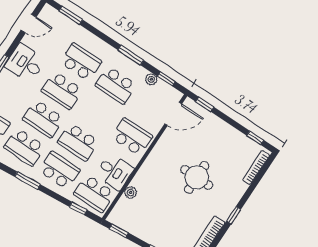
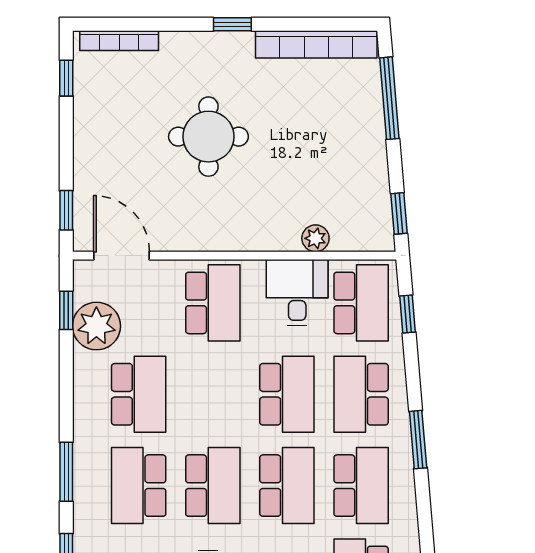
window: (131, 55) -> (66, 472), moved
plant: (151, 79) -> (96, 326), width x1.87, depth x1.87
school desk: (132, 137) -> (213, 303), turned 180

